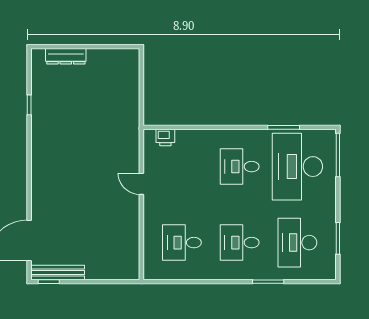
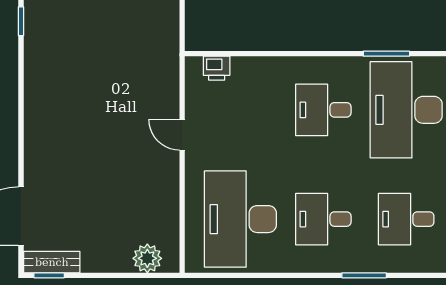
desk: (182, 243) -> (240, 219), width x1.87, depth x1.30
desk: (297, 243) -> (406, 219), width x0.73
plant: (117, 270) -> (147, 258), added
bench: (58, 273) -> (52, 262), width x0.73

